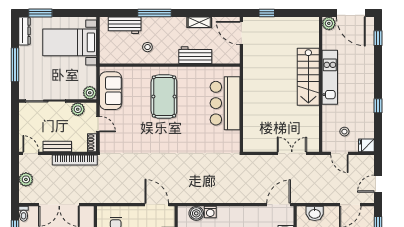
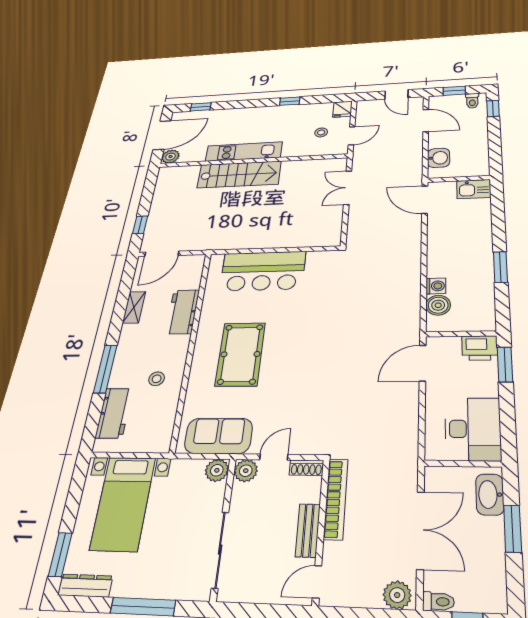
pool table: (164, 97) -> (240, 354), turned 90
plant: (78, 109) -> (246, 471), moved
plant: (26, 179) -> (397, 595), moved

